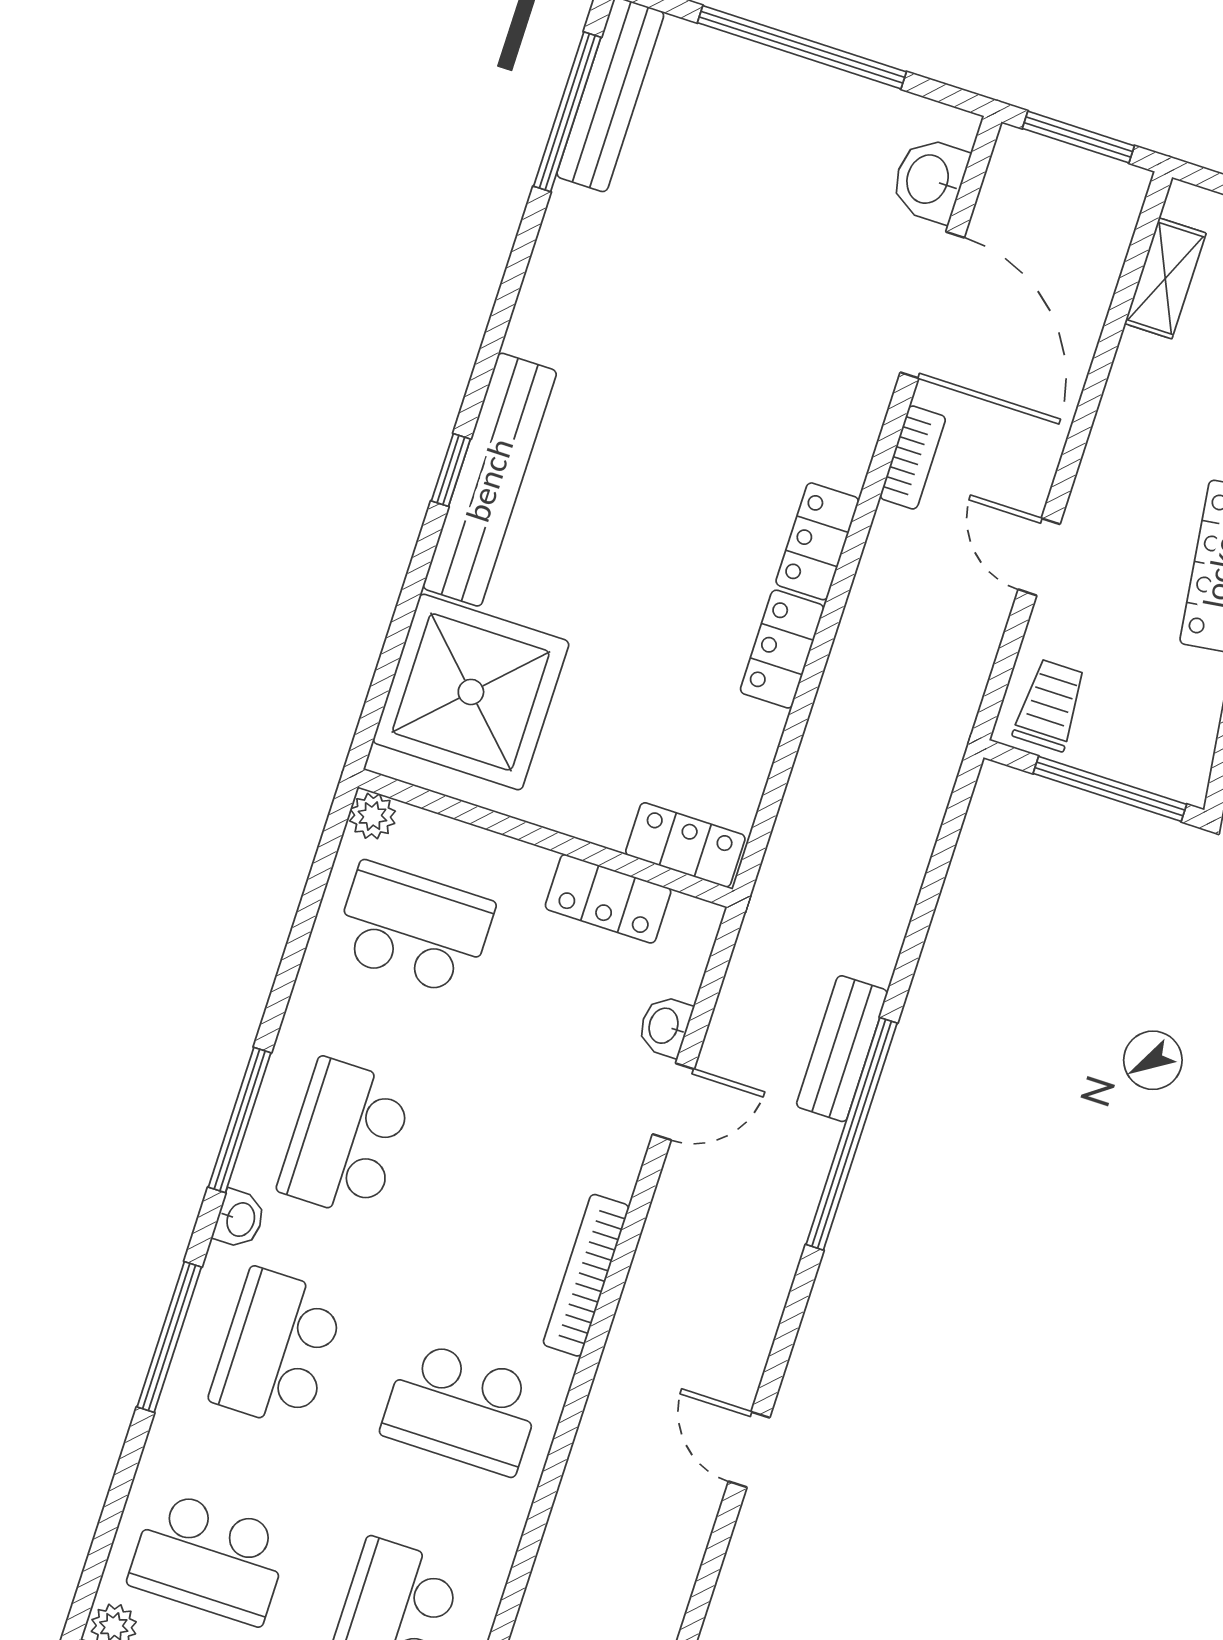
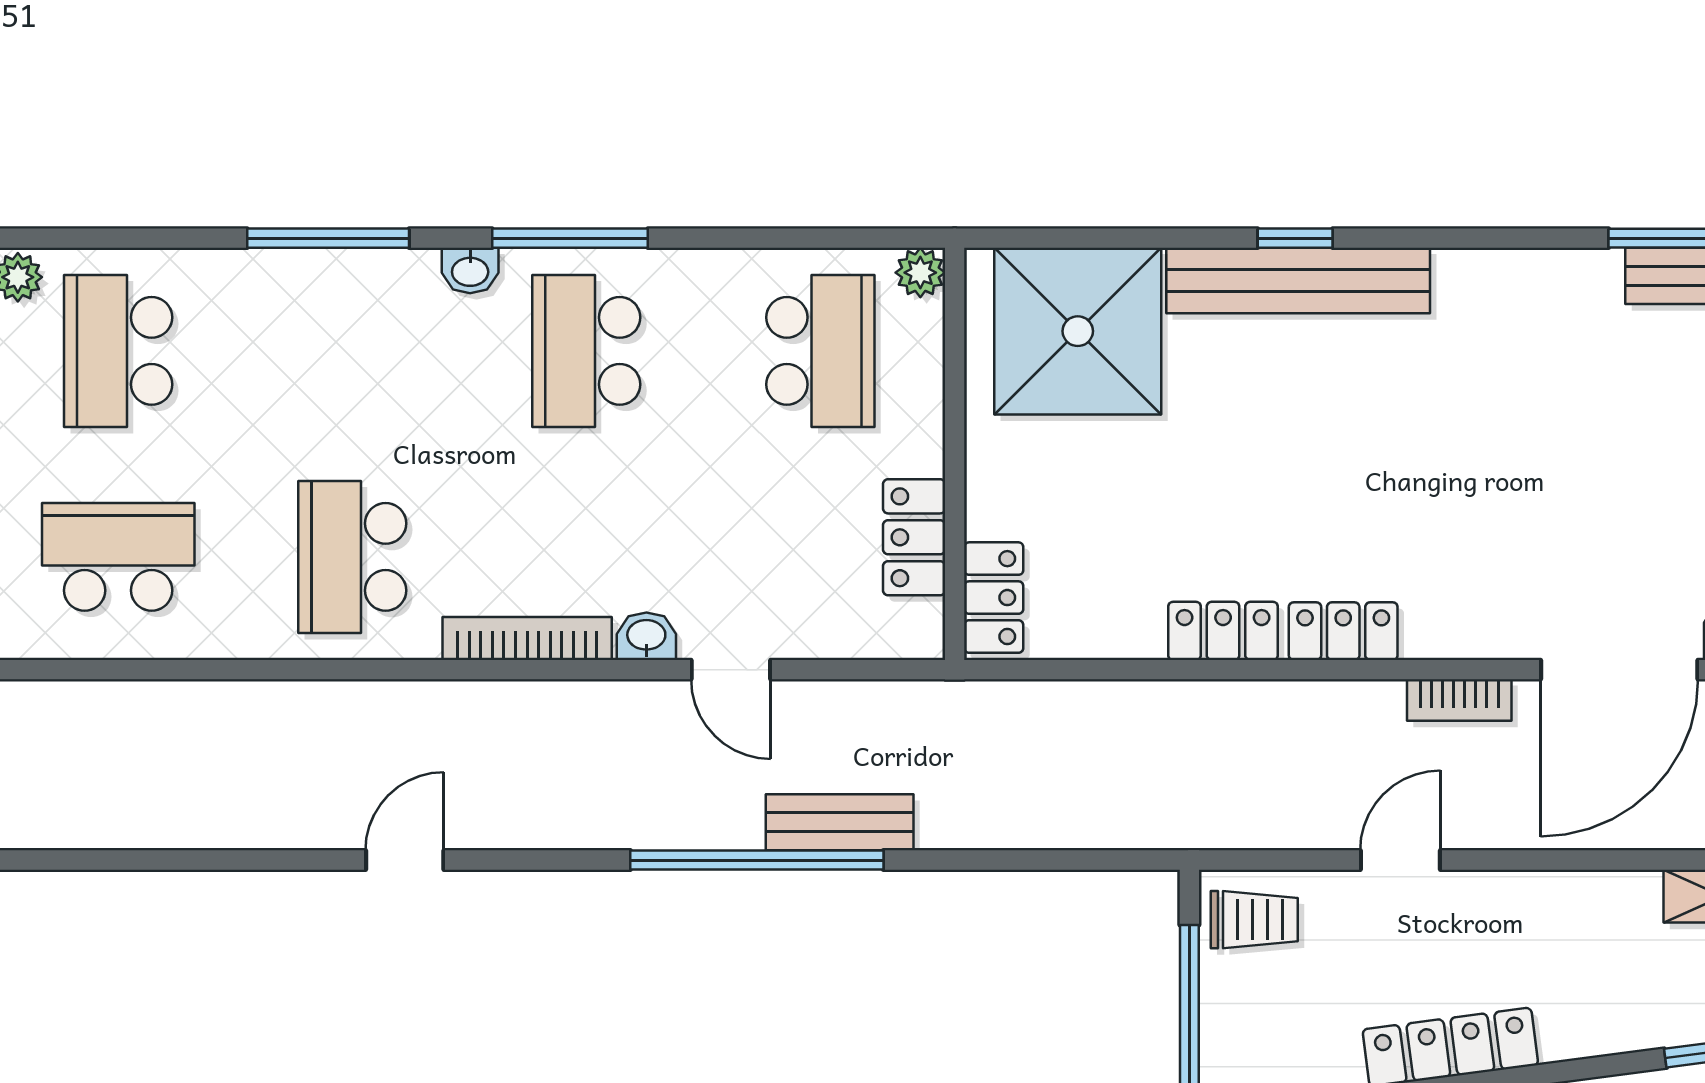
washbasin: (665, 1026) -> (646, 636), moved
school desk: (345, 1138) -> (586, 351), turned -90
school desk: (277, 1348) -> (352, 351), removed

